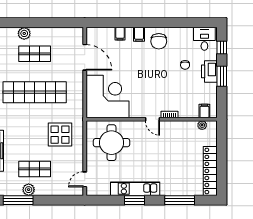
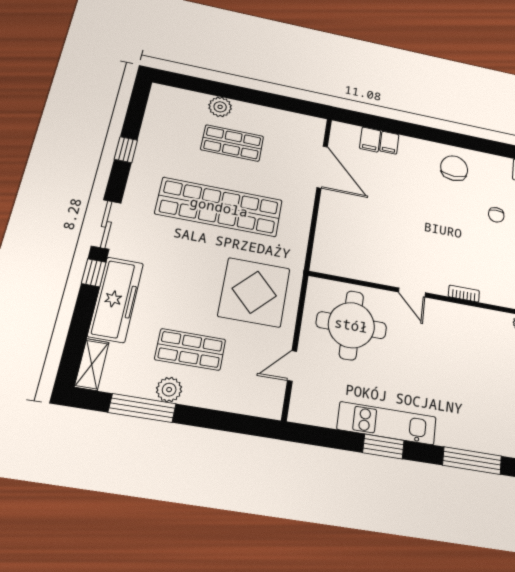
filing cabinet: (139, 34) -> (370, 140), moved
chair: (159, 41) -> (454, 168), turned 180
corner desk: (107, 97) -> (354, 241), removed
door: (152, 119) -> (412, 292), moved
display table: (60, 135) -> (254, 292), width x1.36, depth x1.36
door: (85, 179) -> (292, 366), moved

